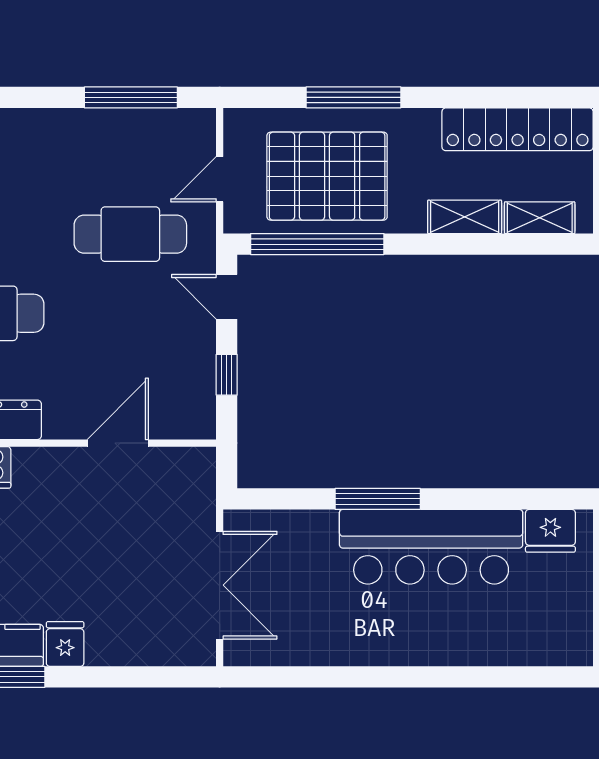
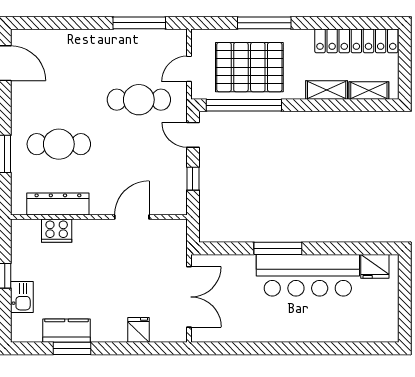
fridge: (65, 644) -> (138, 330), moved

